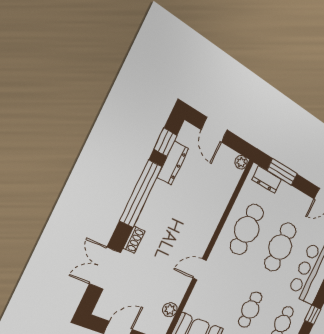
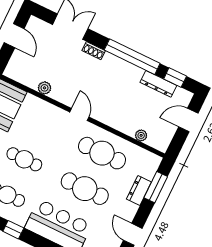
plant: (241, 162) -> (141, 135), moved
dresser: (267, 180) -> (139, 190), moved
door: (200, 269) -> (79, 115), moved
plant: (170, 310) -> (45, 88), moved

